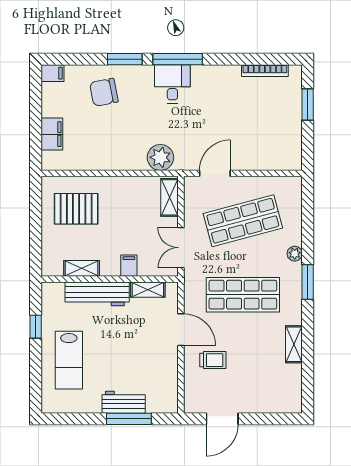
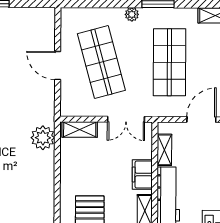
door: (215, 173) -> (58, 65), moved
filing cabinet: (129, 266) -> (142, 175), width x2.00

